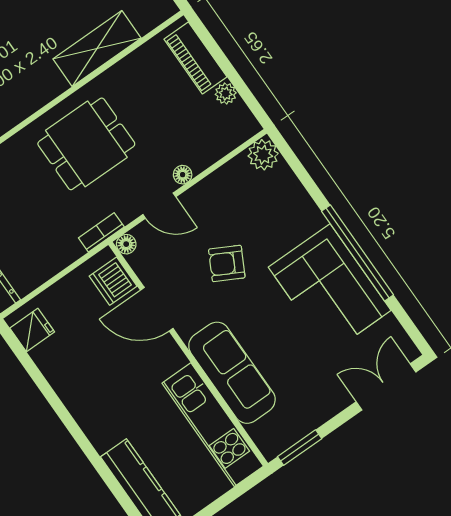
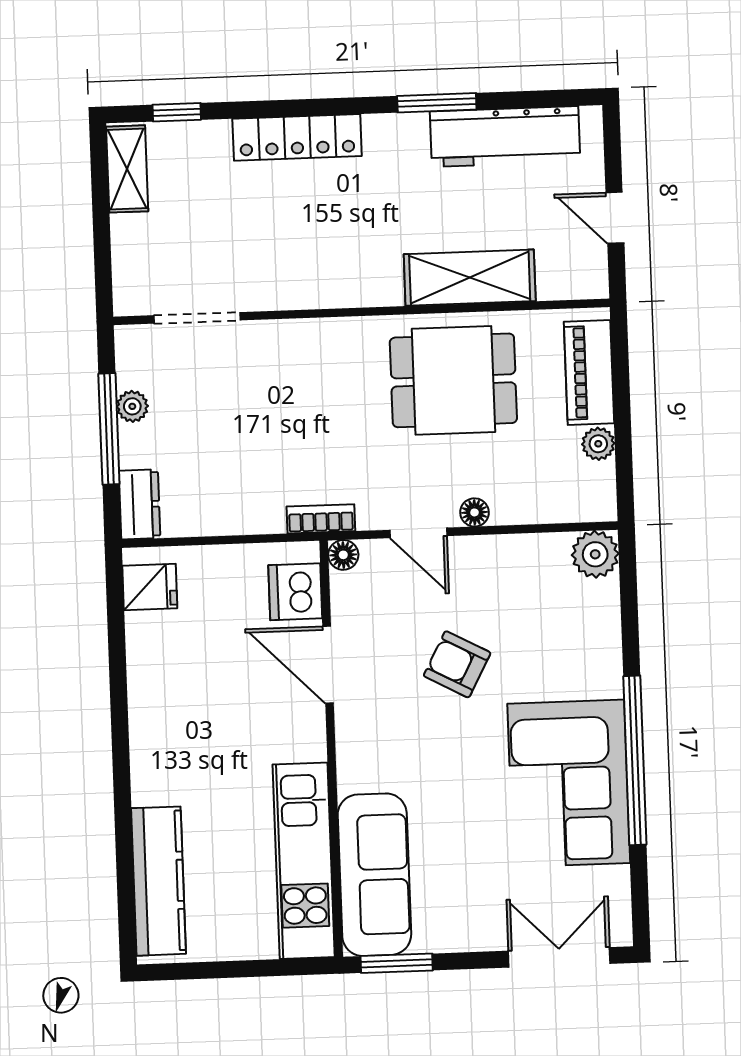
dining table: (86, 144) -> (453, 380), moved
sofa: (232, 373) -> (374, 875), moved

